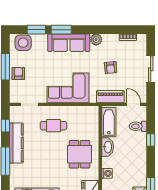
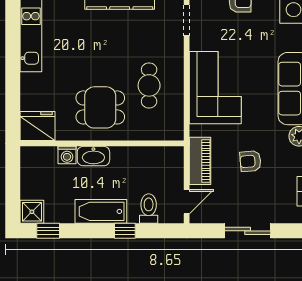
bathtub: (109, 122) -> (101, 211), moved, turned 180
cafe table: (53, 126) -> (149, 85), moved
washbasin: (108, 147) -> (93, 156), moved

